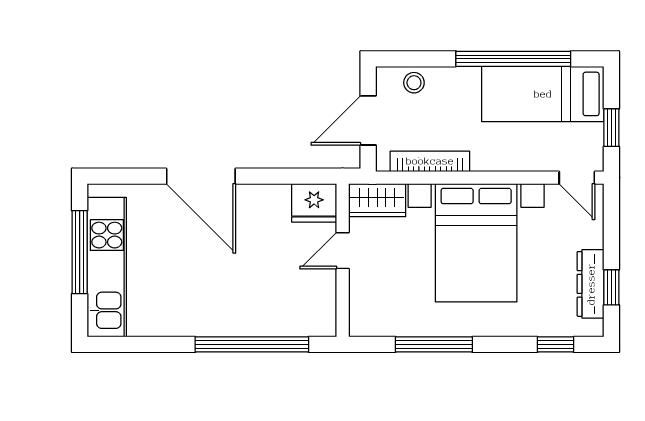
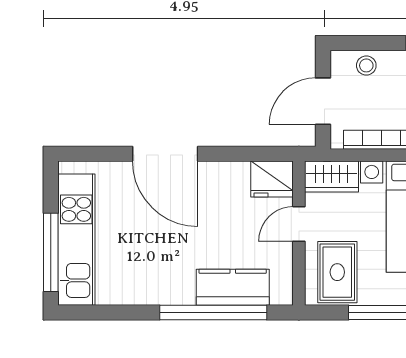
window: (80, 252) -> (51, 252), moved
rug: (383, 302) -> (337, 272), added
kitchen counter: (272, 318) -> (233, 287), added

